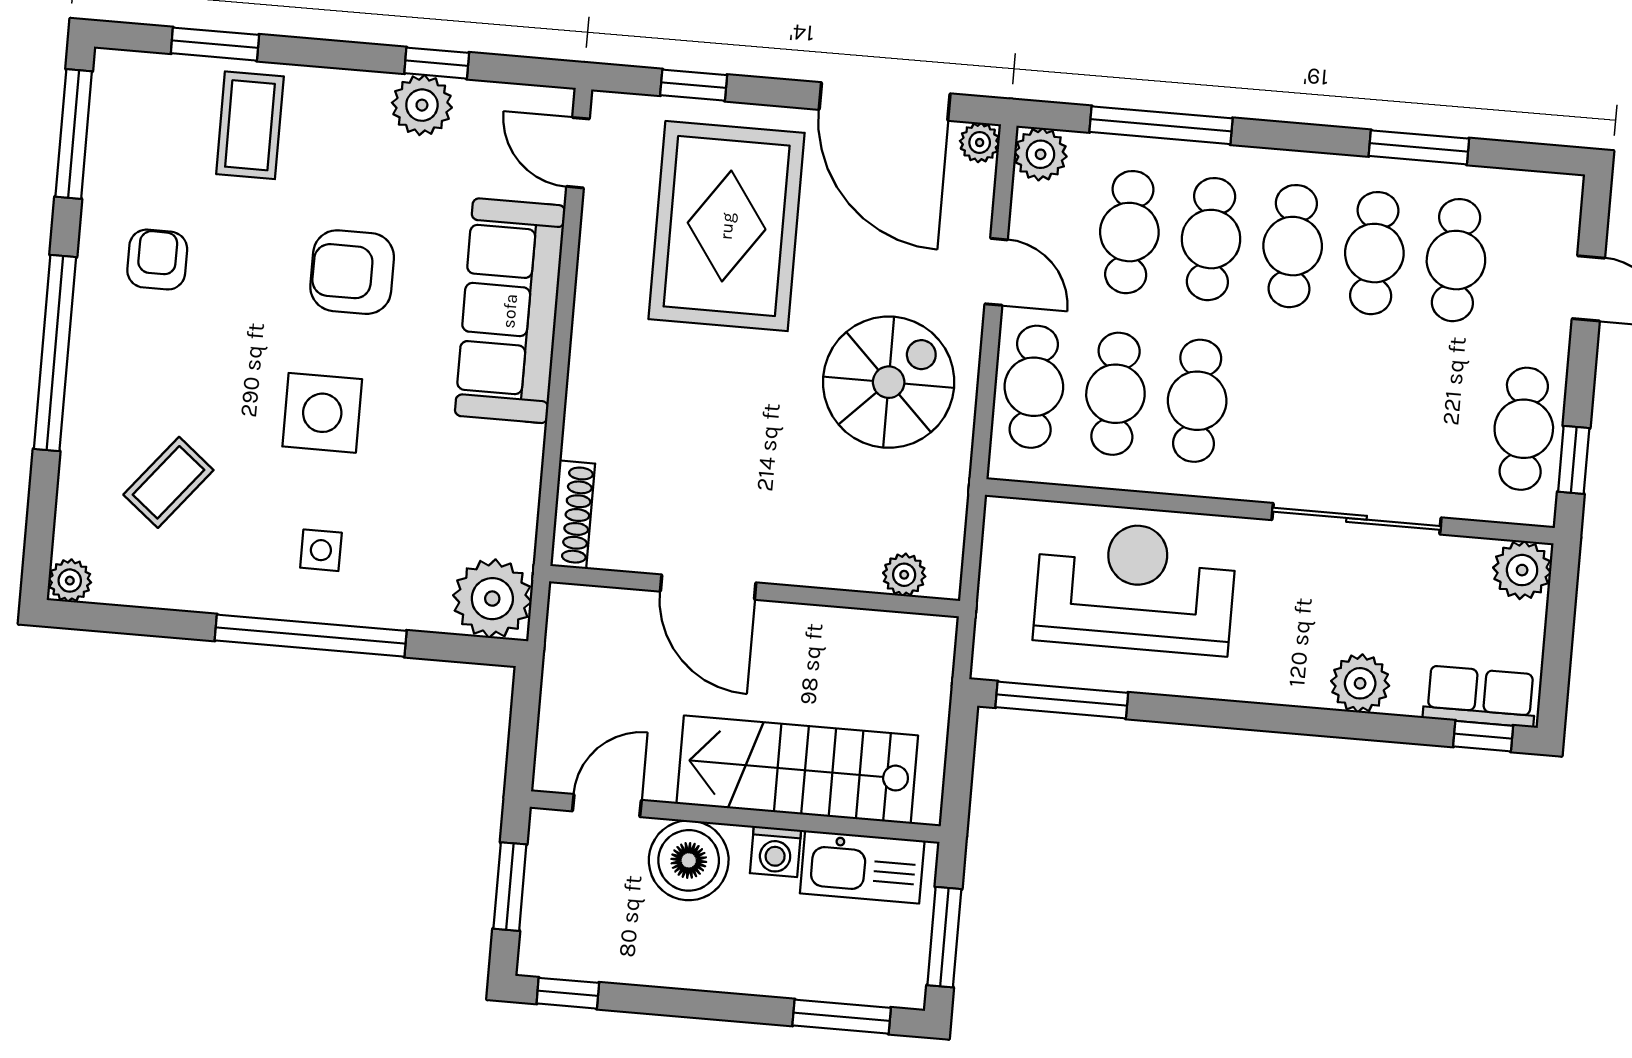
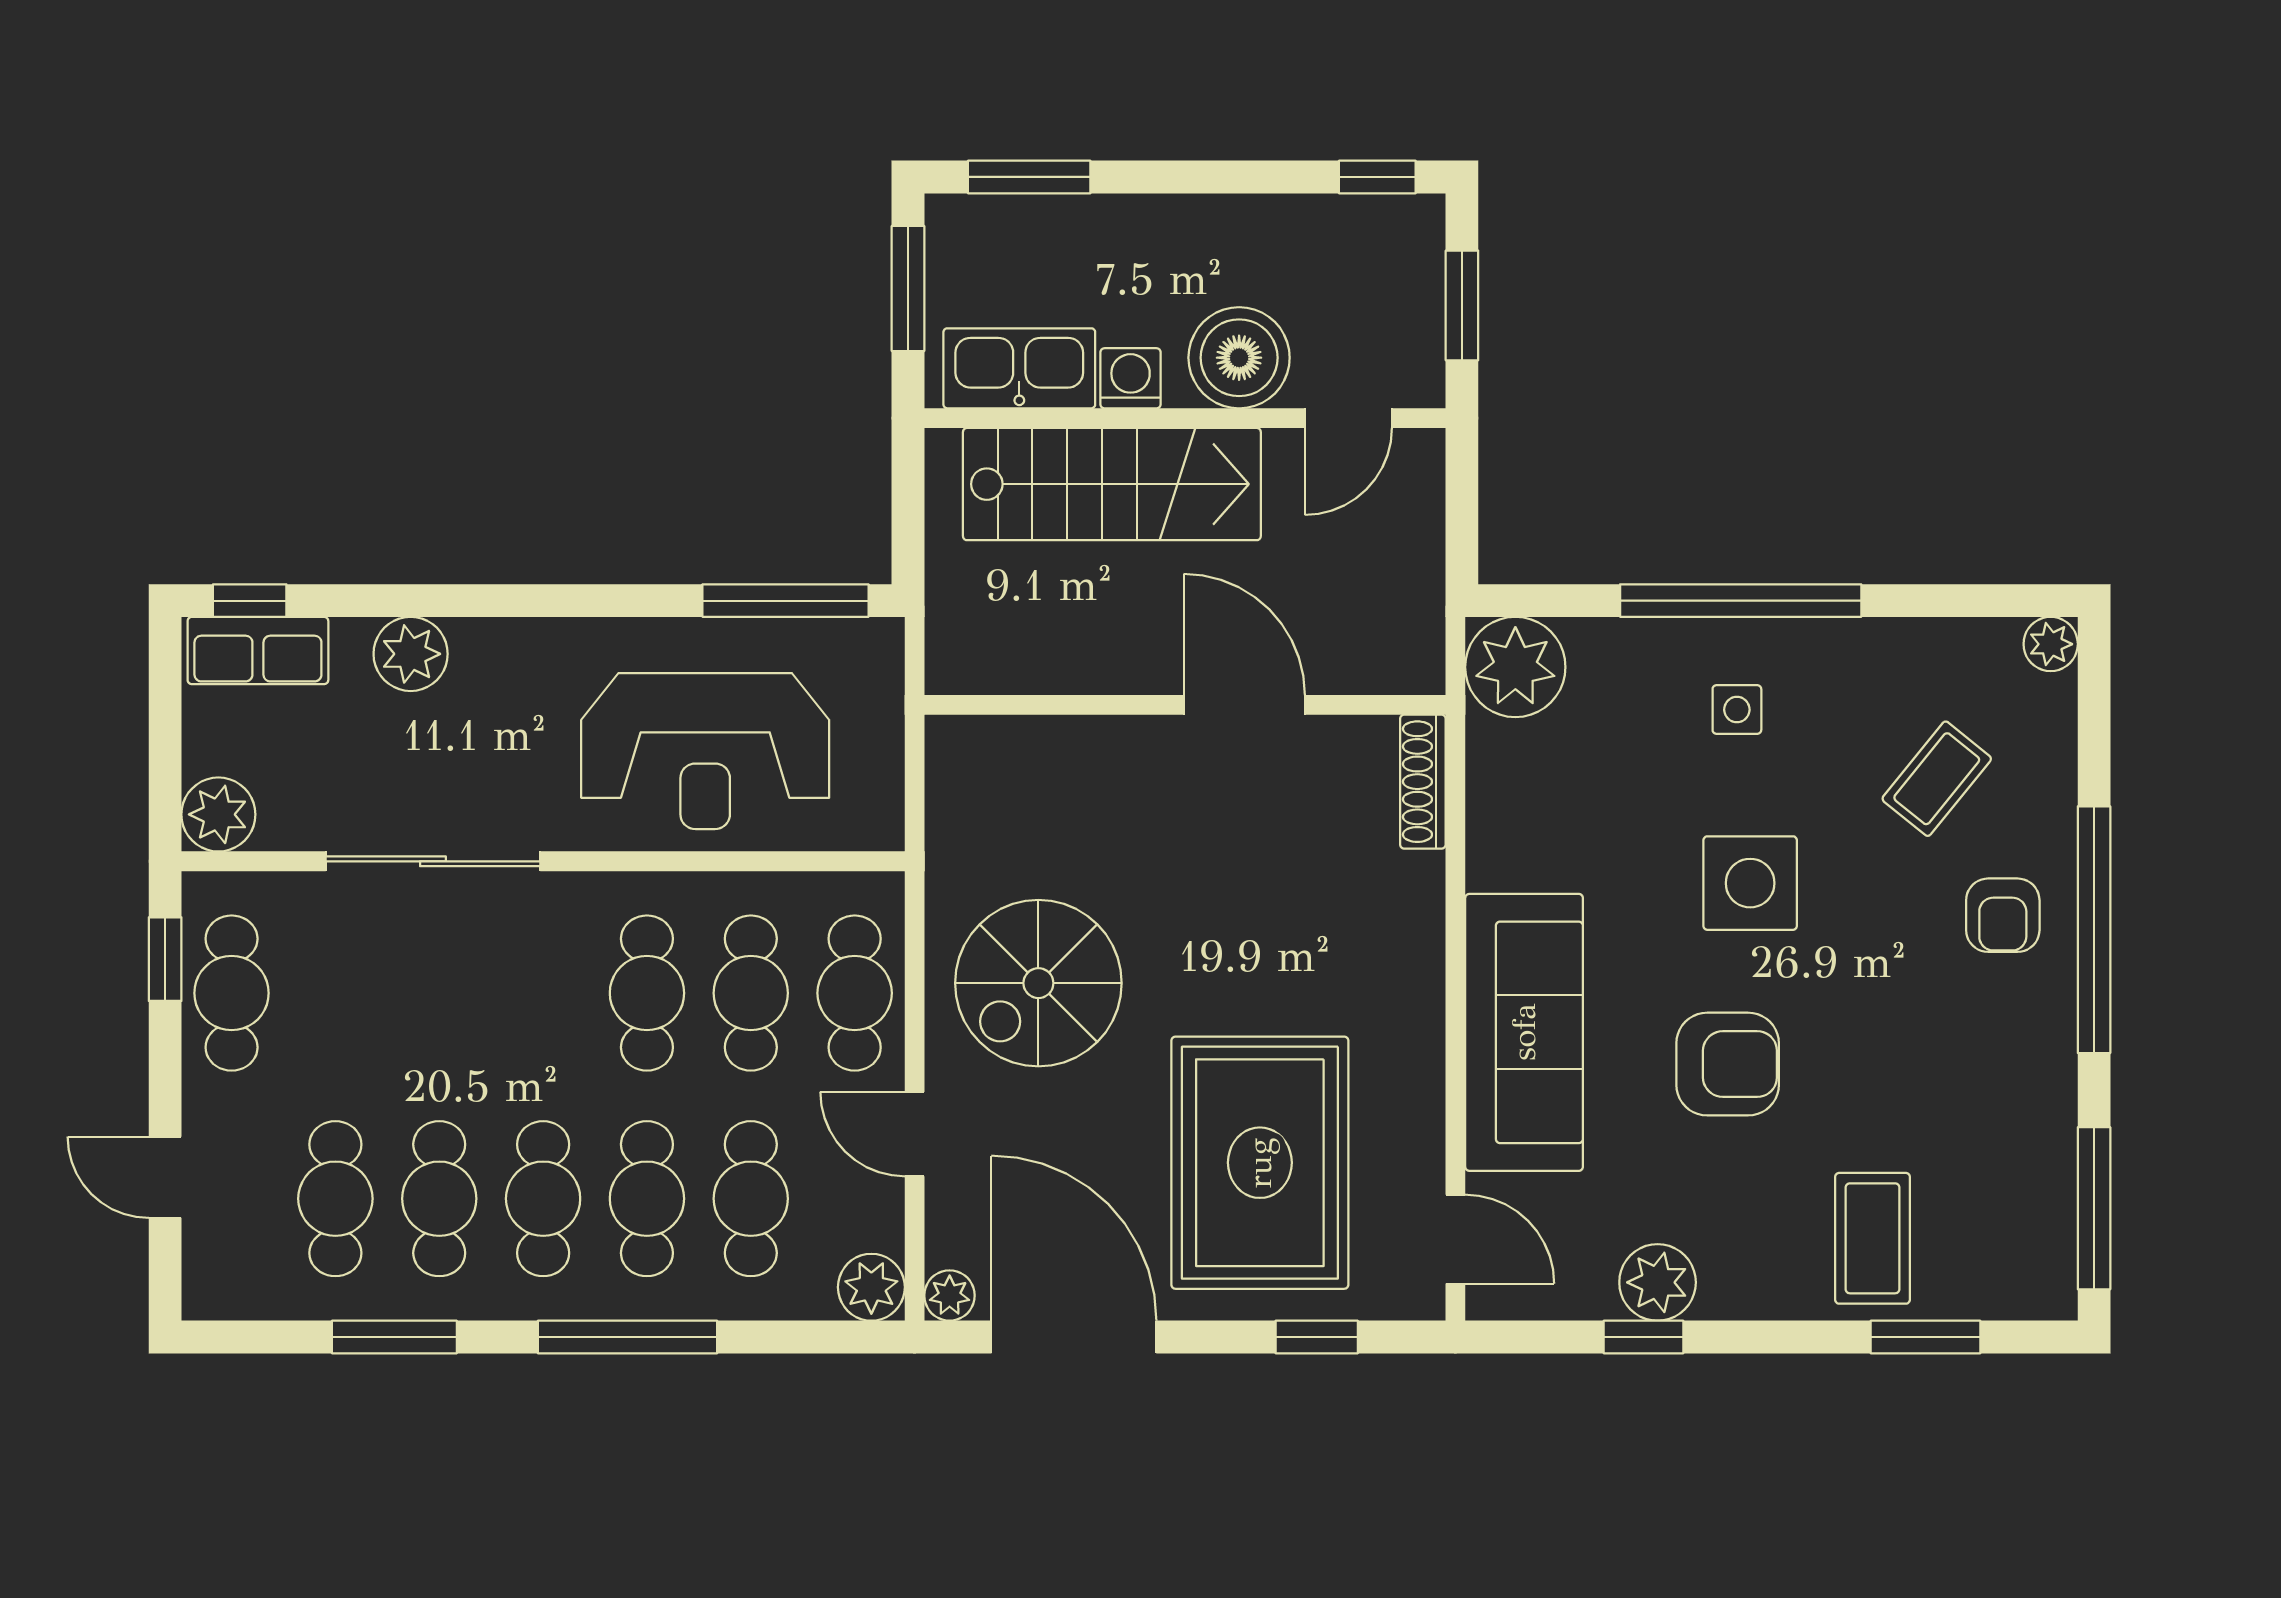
window: (1161, 125) -> (627, 1337), moved
armchair: (157, 260) -> (2003, 915), moved
plant: (904, 575) -> (998, 742), removed

